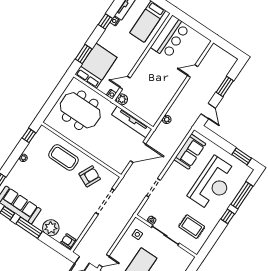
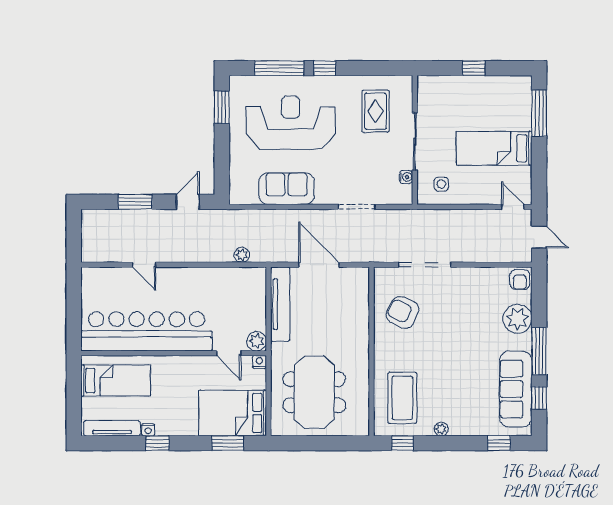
bar counter: (170, 37) -> (147, 331), width x1.86
sofa: (190, 152) -> (287, 189), moved
coffee table: (64, 157) -> (402, 398), moved

